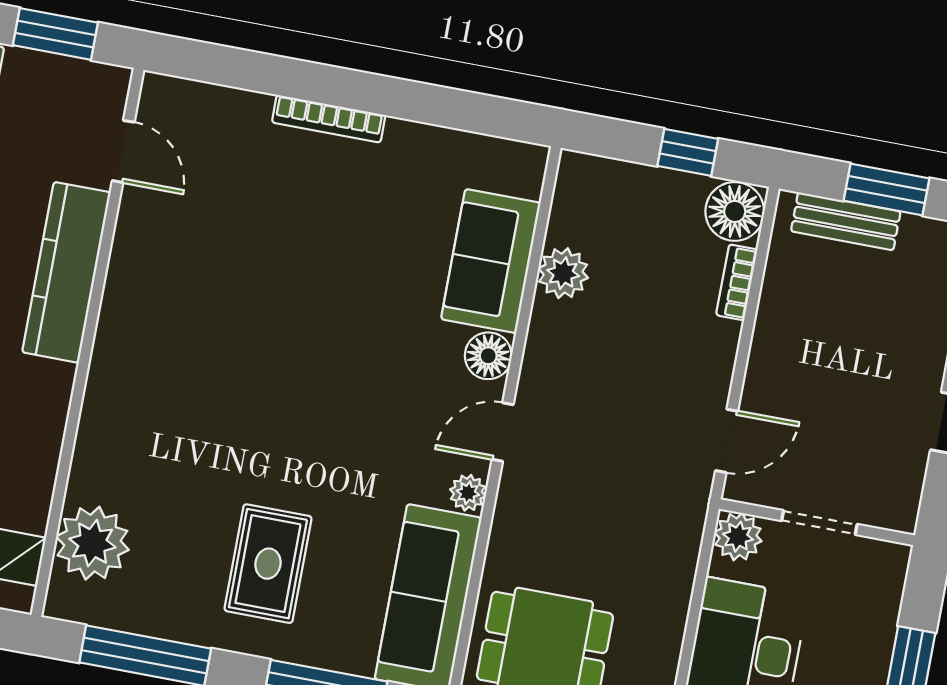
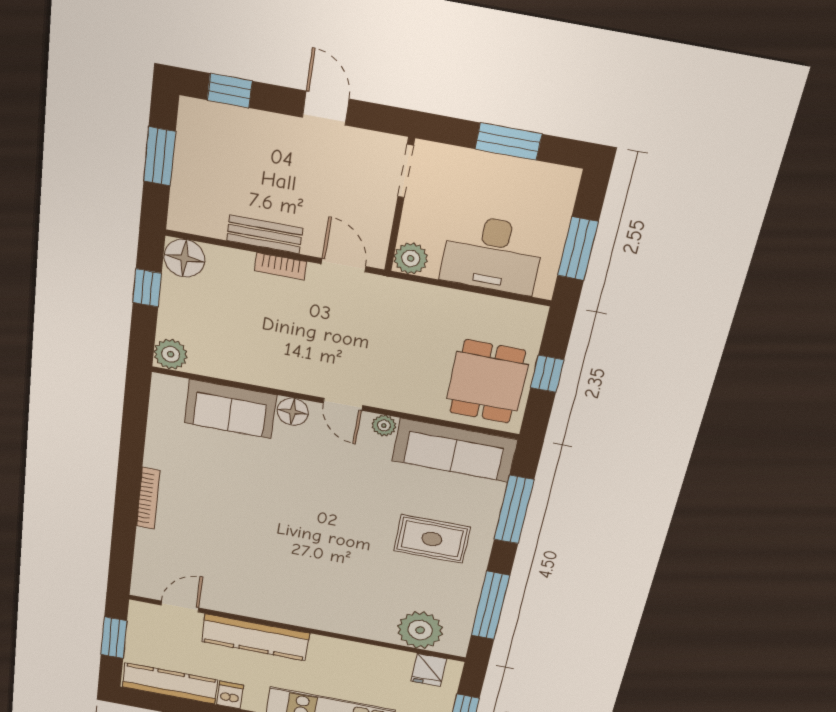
bench: (846, 221) -> (265, 234), moved, turned 90
plant: (563, 273) -> (171, 354), moved
bookcase: (737, 282) -> (281, 266), moved
doorway: (819, 523) -> (406, 171), moved

